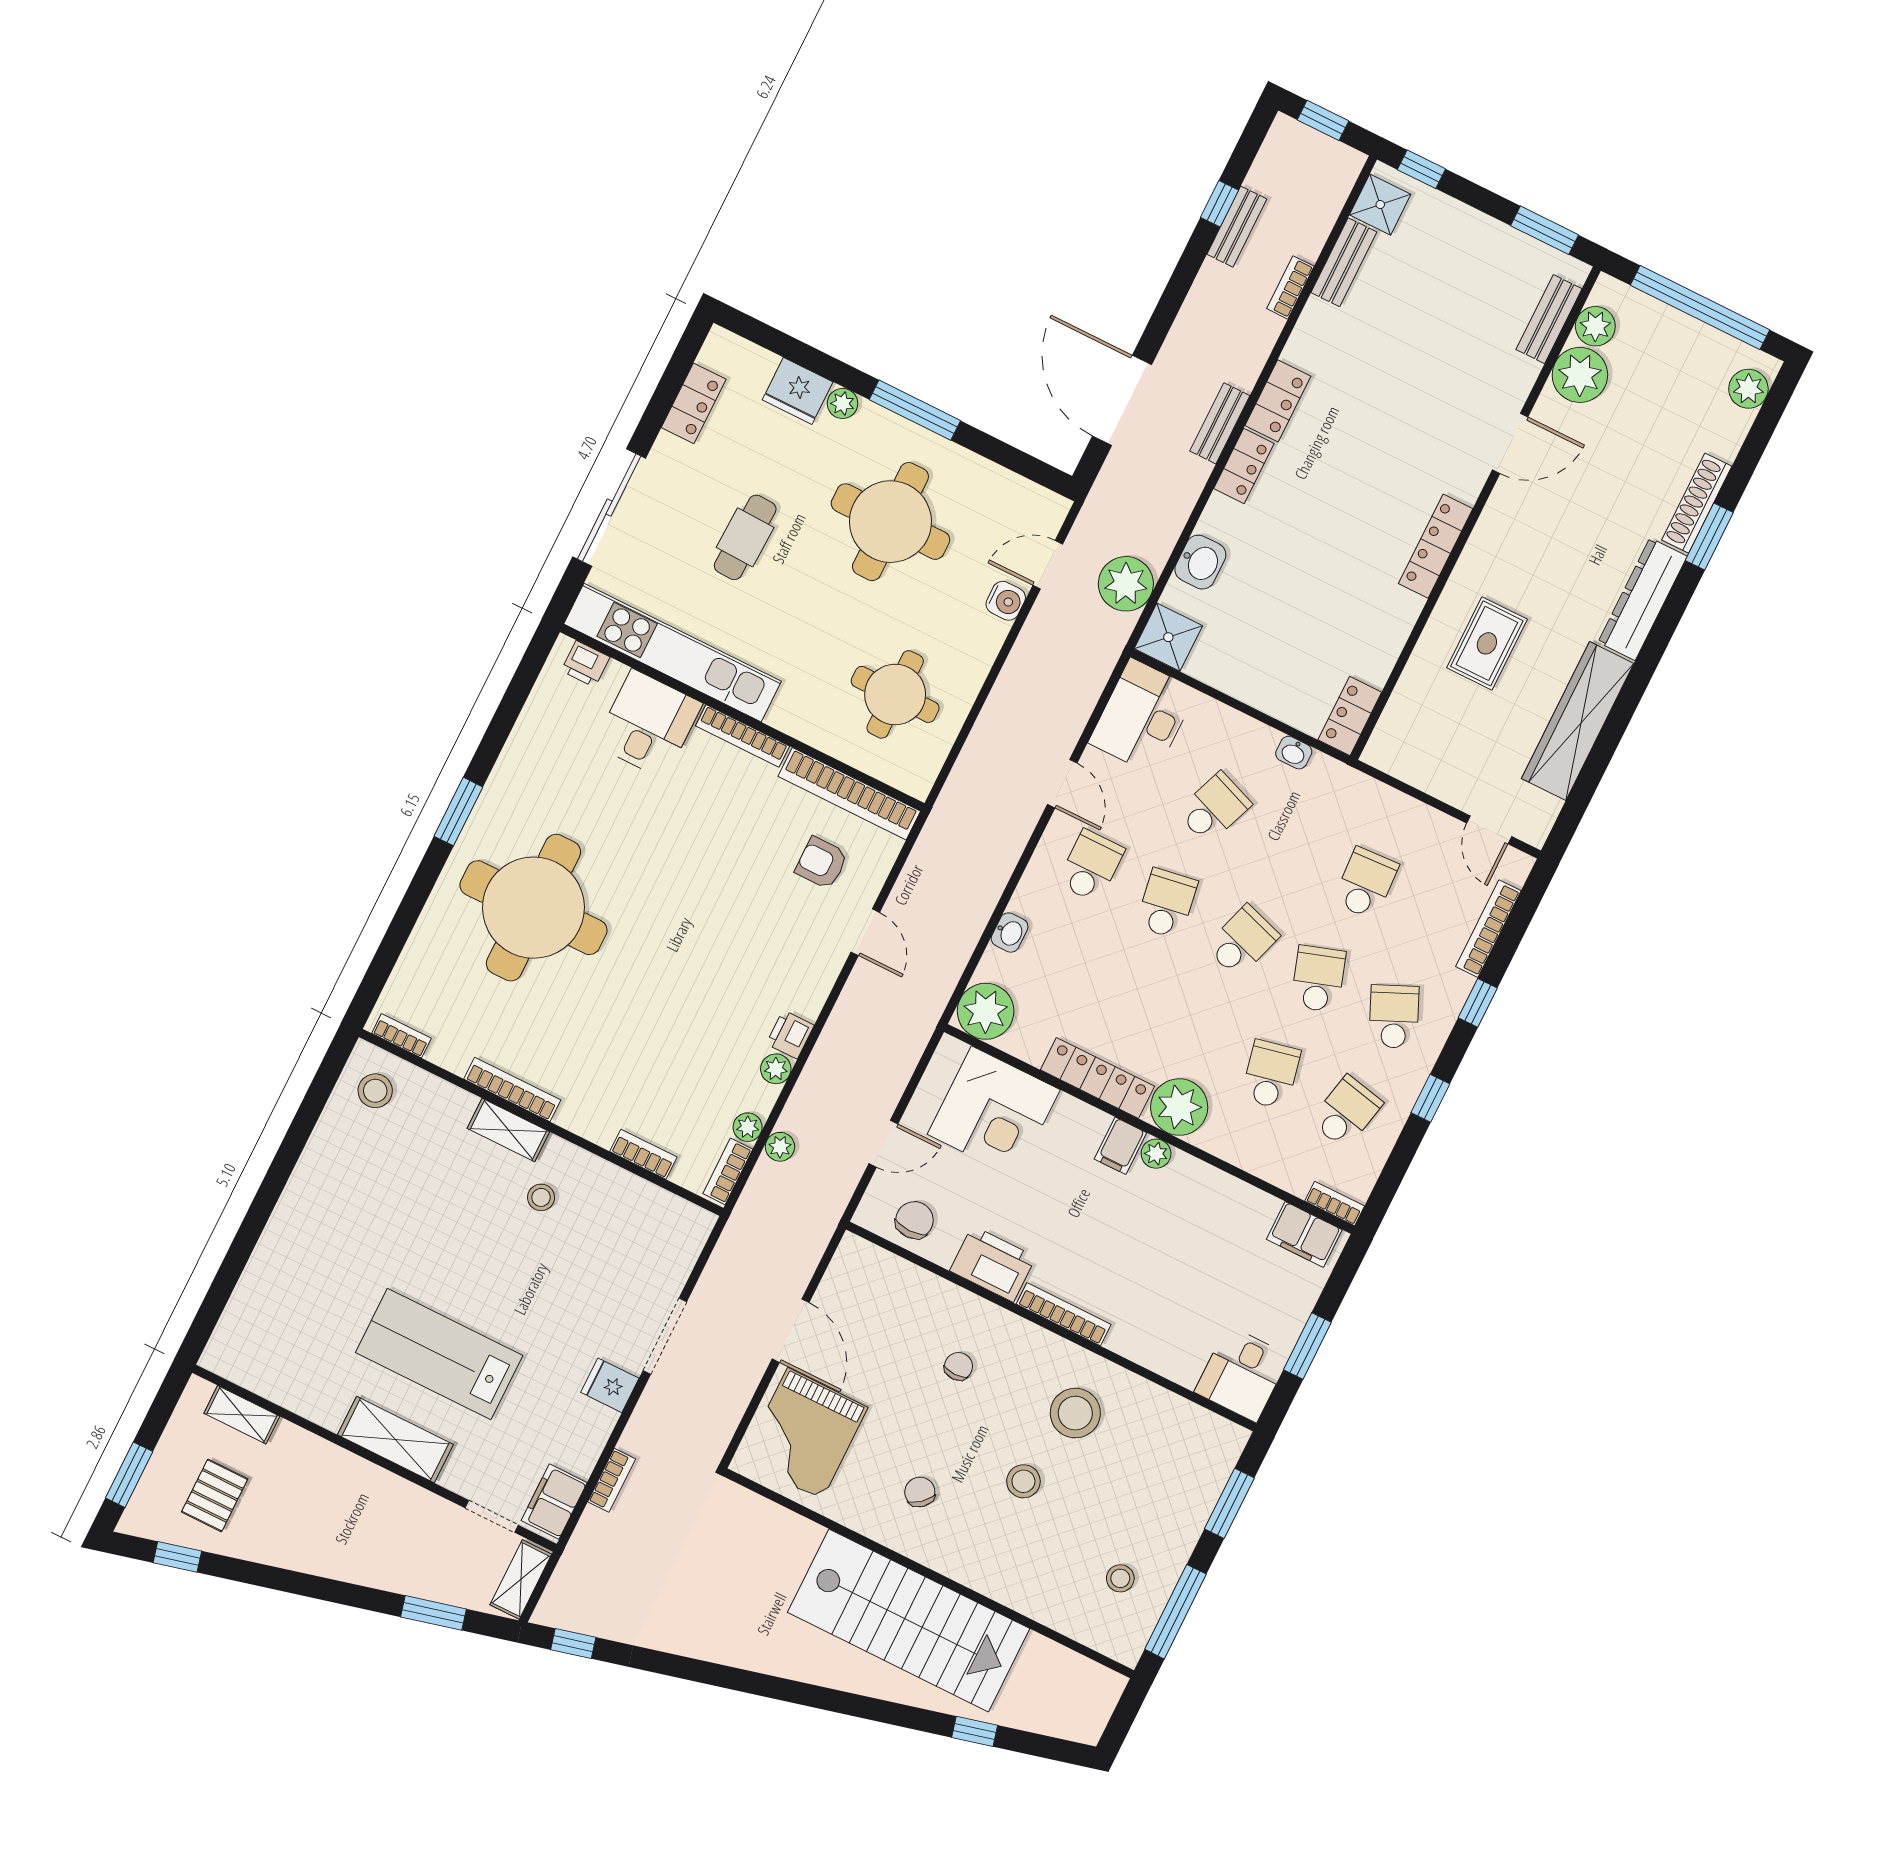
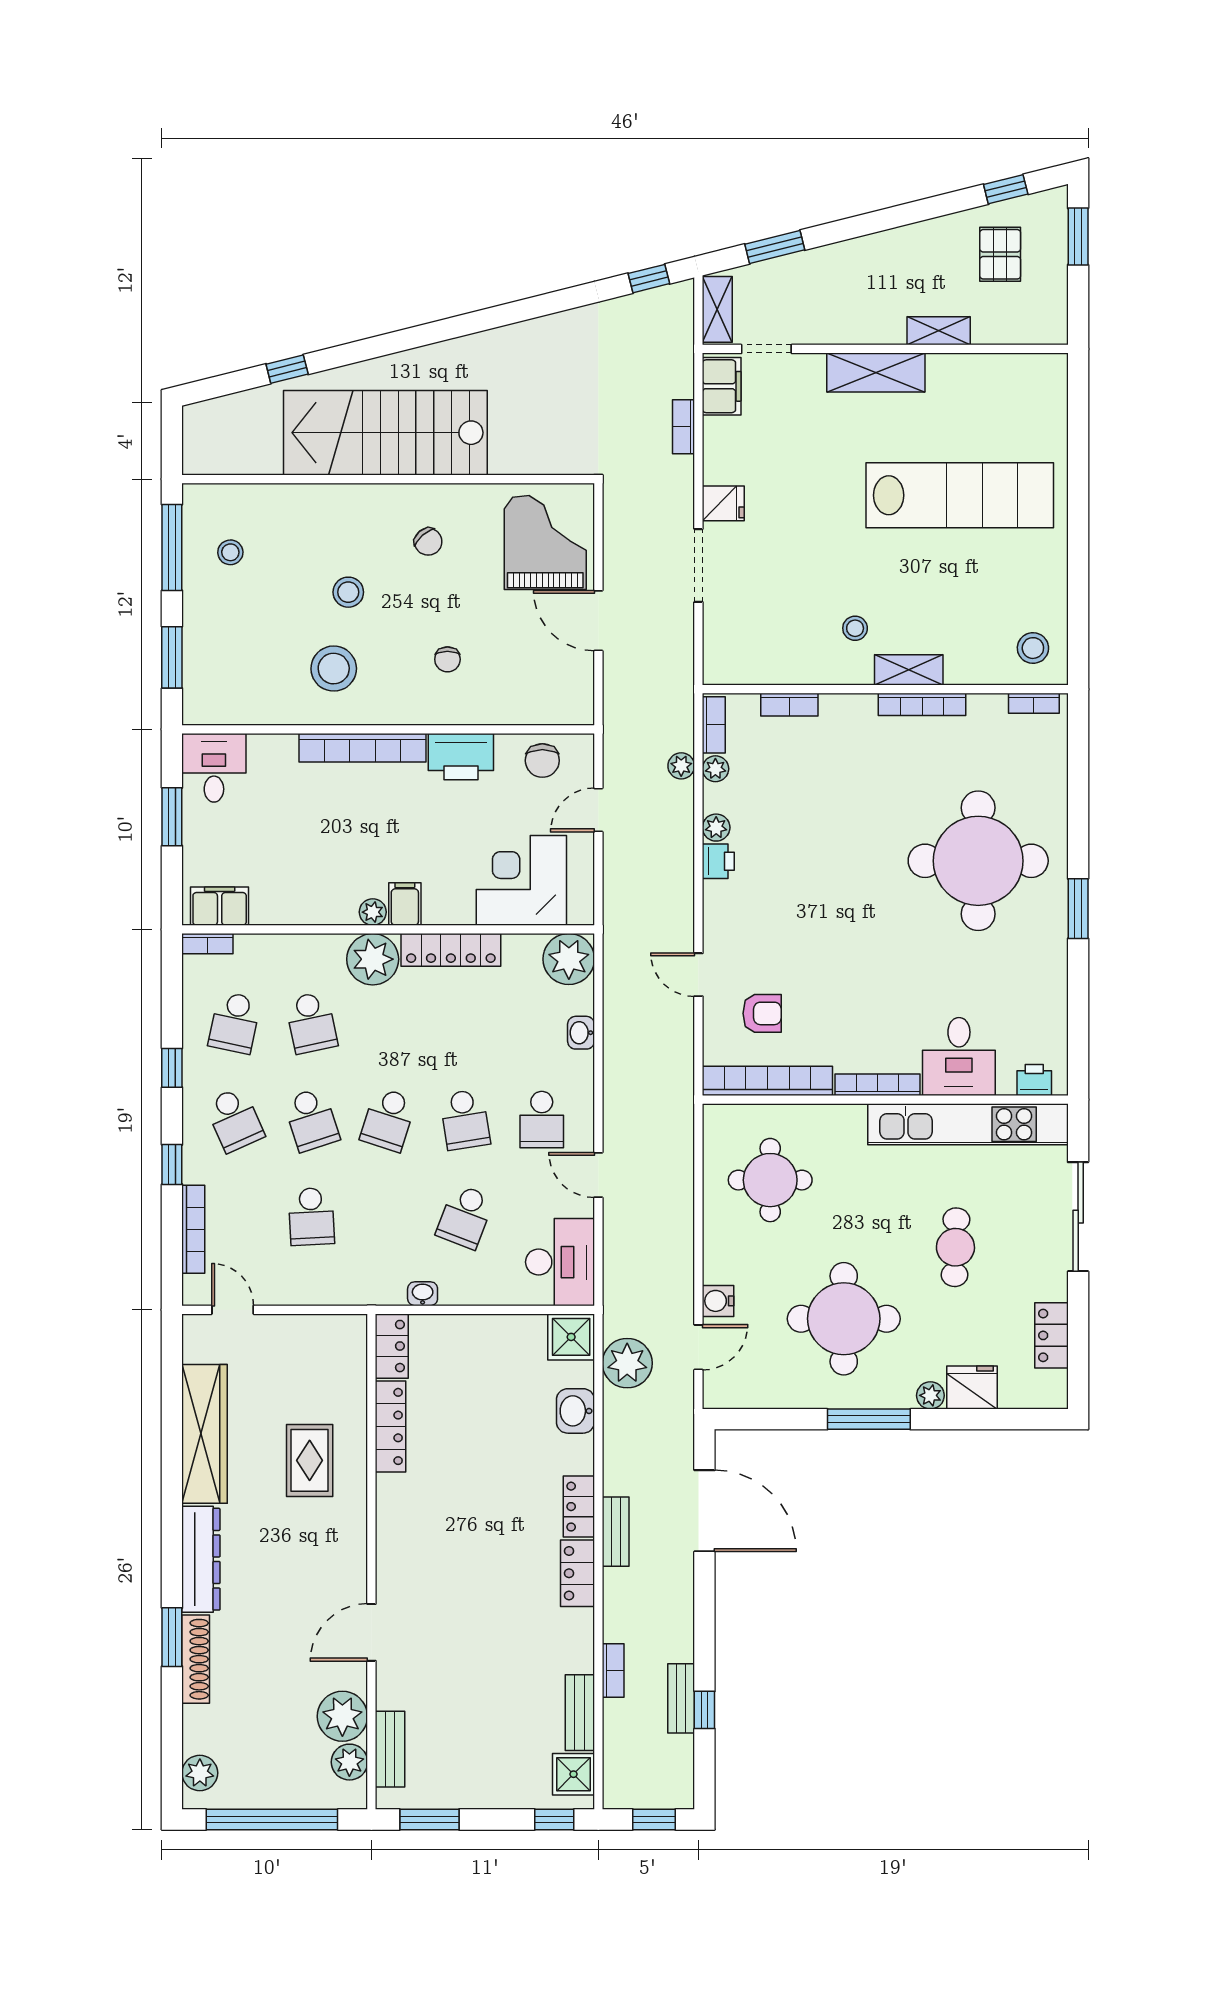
locker: (1436, 546) -> (391, 1426), moved
bookcase: (1064, 1314) -> (363, 748), width x1.48, depth x1.31
lab bench: (439, 1354) -> (960, 495), moved, width x1.36
shelving: (242, 1415) -> (939, 331), moved

